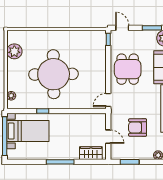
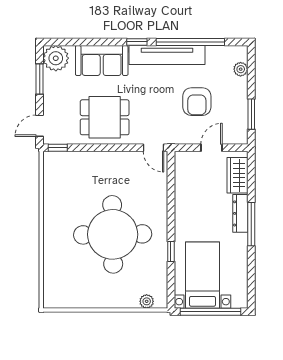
plant: (14, 51) -> (77, 296), removed
dresser: (67, 155) -> (240, 213), added

